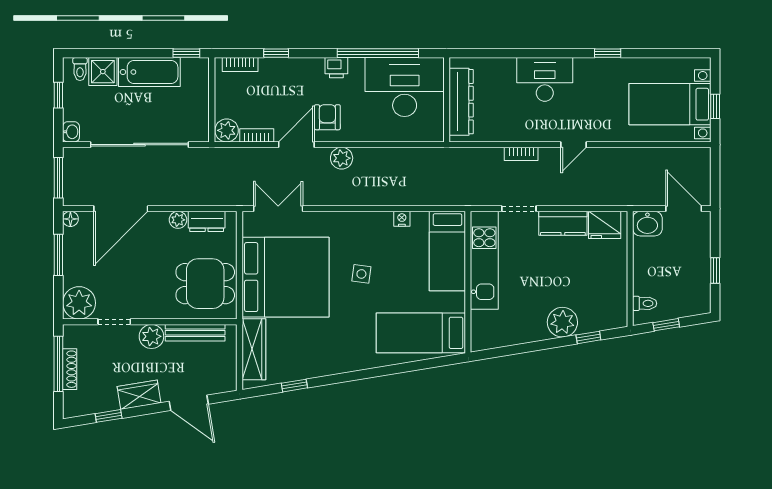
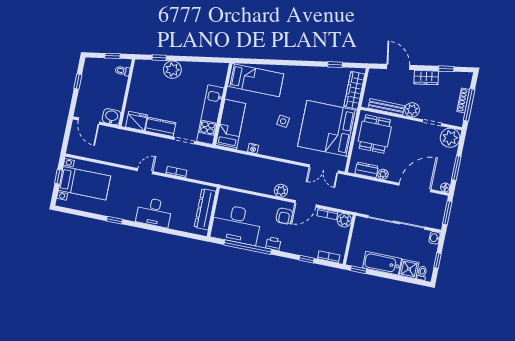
dining table: (205, 284) -> (375, 134), turned 90

